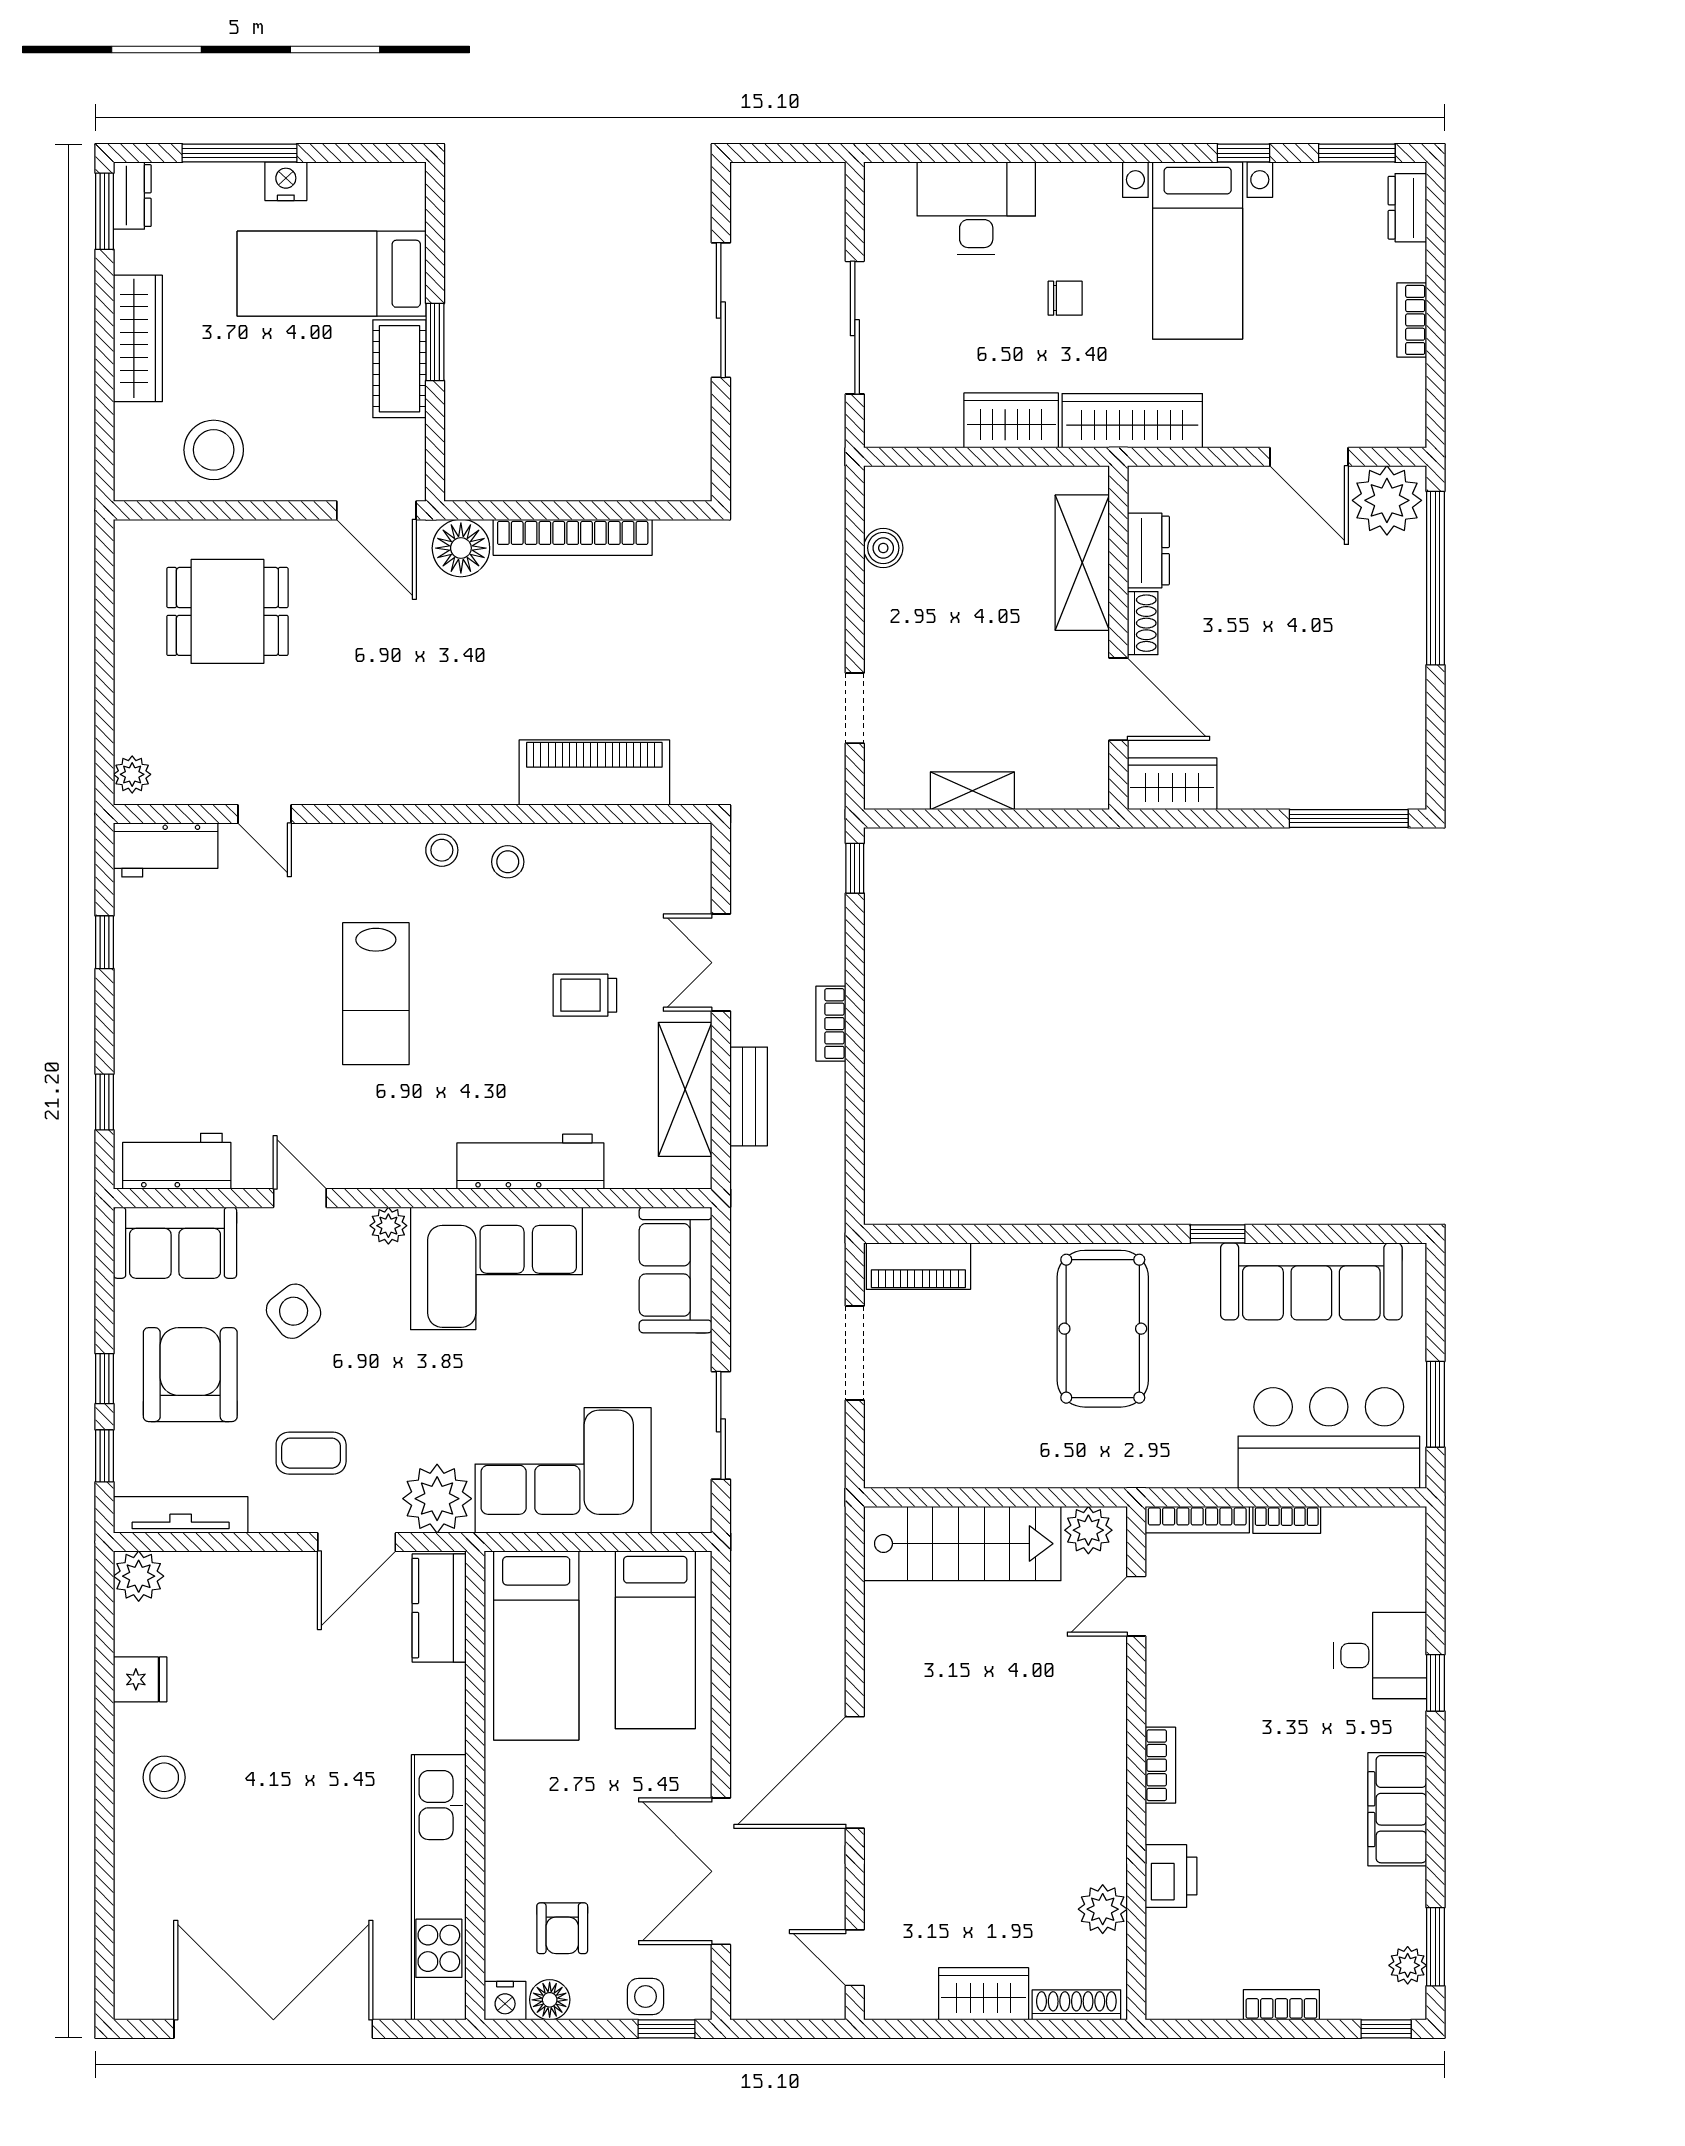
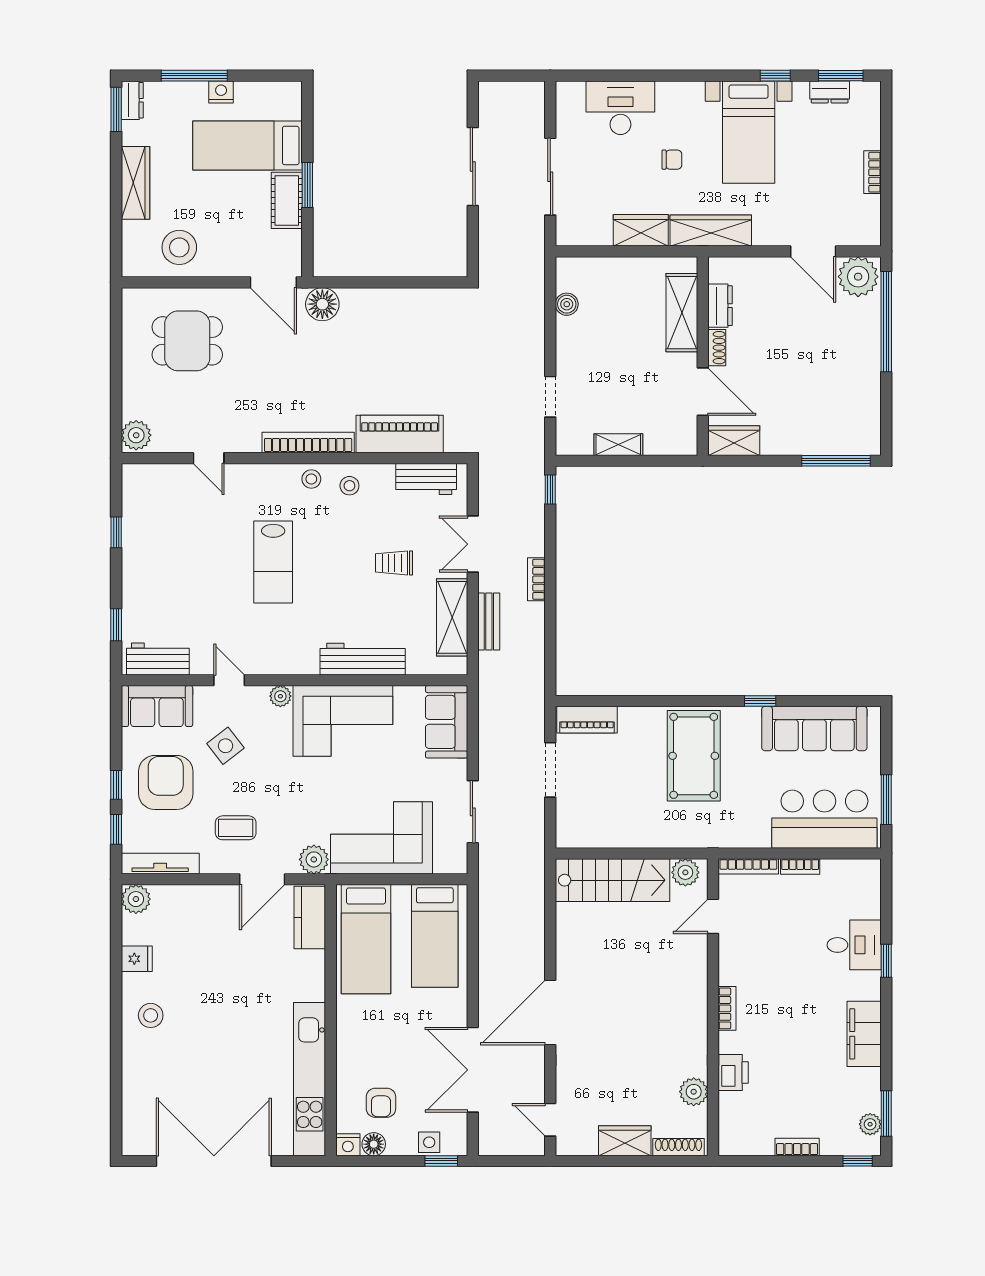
dresser: (1407, 208) -> (830, 92), moved, turned -90
bookcase: (573, 537) -> (308, 442), moved, turned 180
plant: (132, 774) -> (136, 435), width x1.38, depth x1.38
workbench: (166, 850) -> (426, 479), moved
plant: (437, 1499) -> (314, 859), width x0.73, depth x0.73

